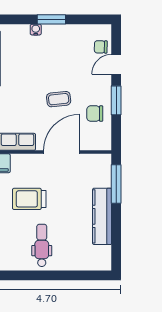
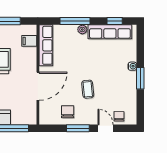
coffee table: (59, 99) -> (88, 89), moved
door: (62, 152) -> (38, 86), hinge flipped

